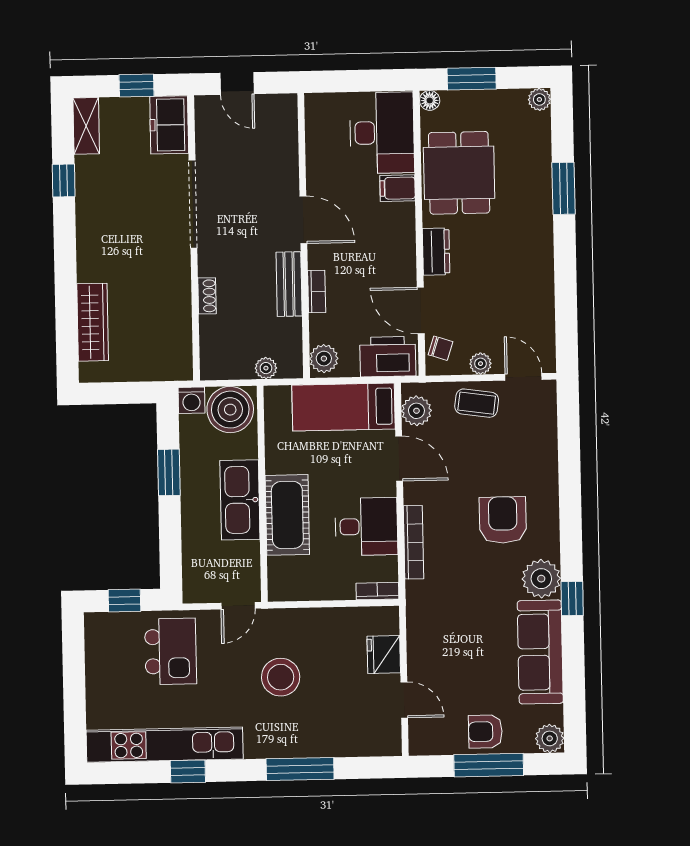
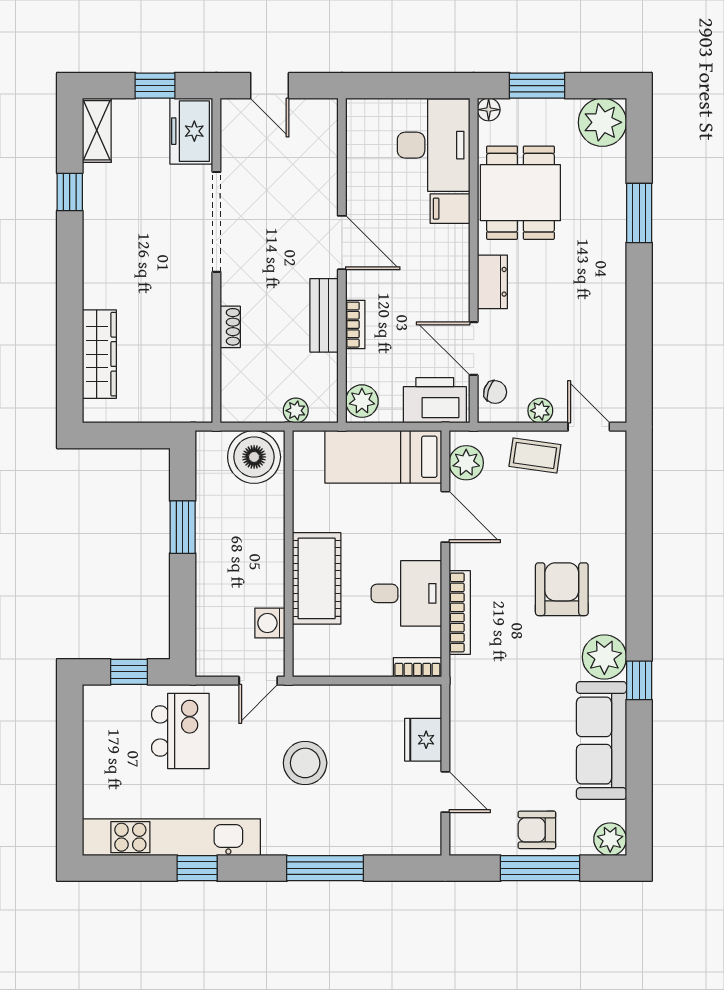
plant: (539, 99) -> (602, 122), width x1.88, depth x1.88
washing machine: (191, 400) -> (270, 623), moved, turned 90
kitchen sink: (240, 500) -> (263, 560), removed

